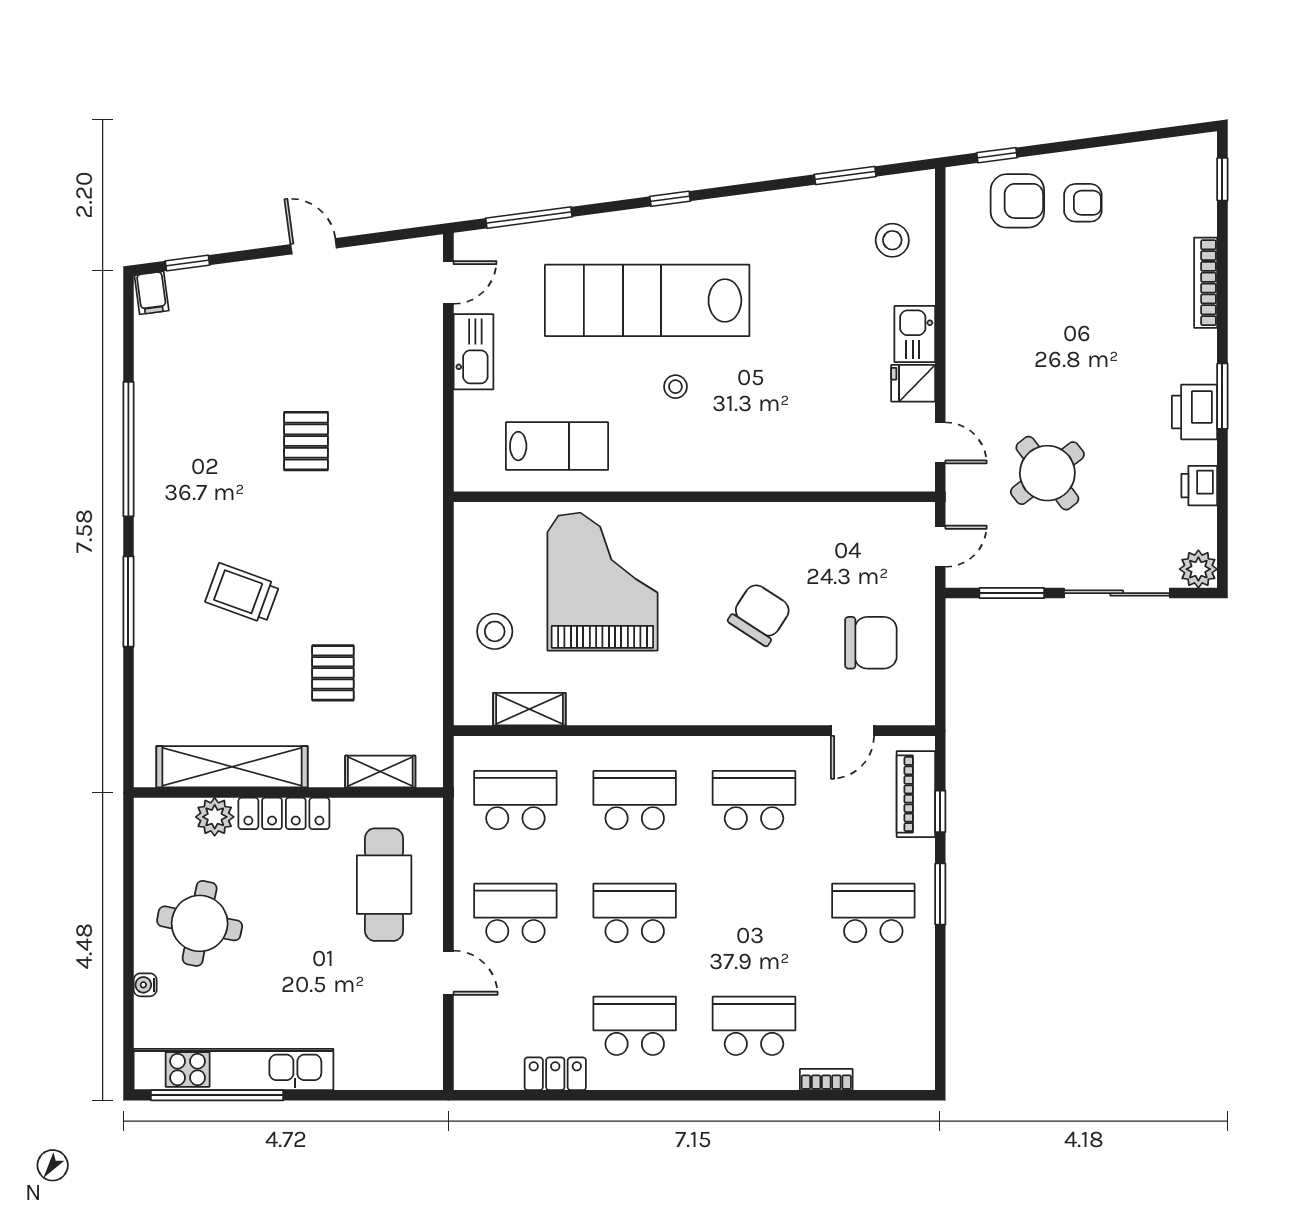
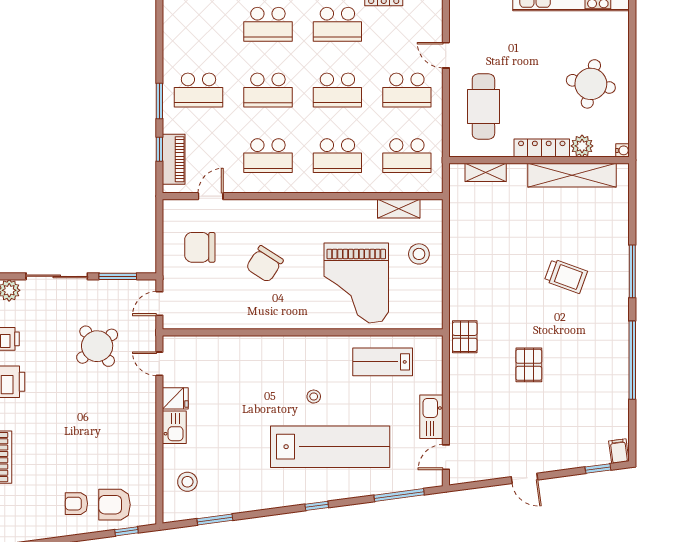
pallet: (333, 673) -> (465, 337), moved
school desk: (754, 913) -> (268, 90), added
water cooler: (145, 985) -> (623, 150), moved

